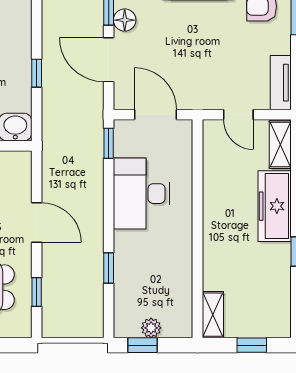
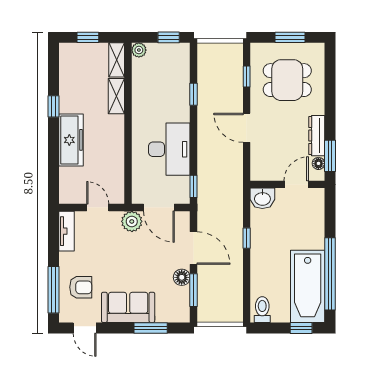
plant: (192, 96) -> (132, 221), added
shelving: (280, 145) -> (116, 96), moved
plant: (151, 328) -> (139, 50), moved

